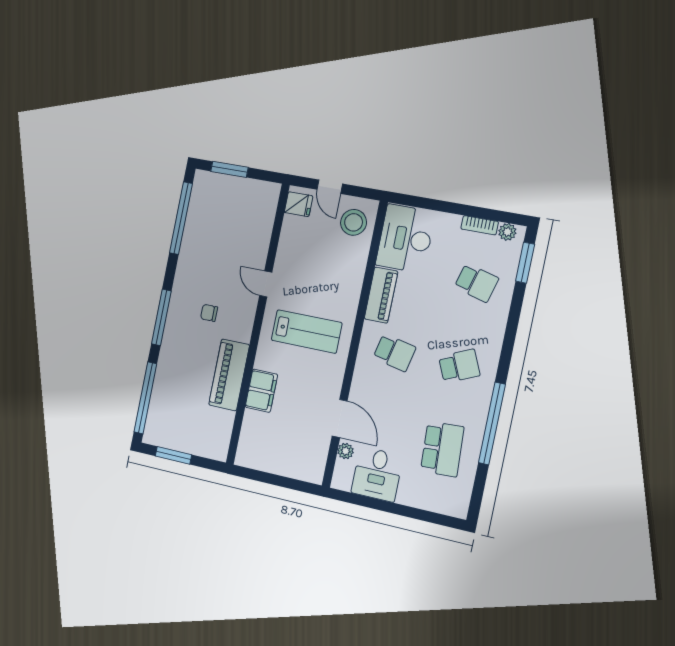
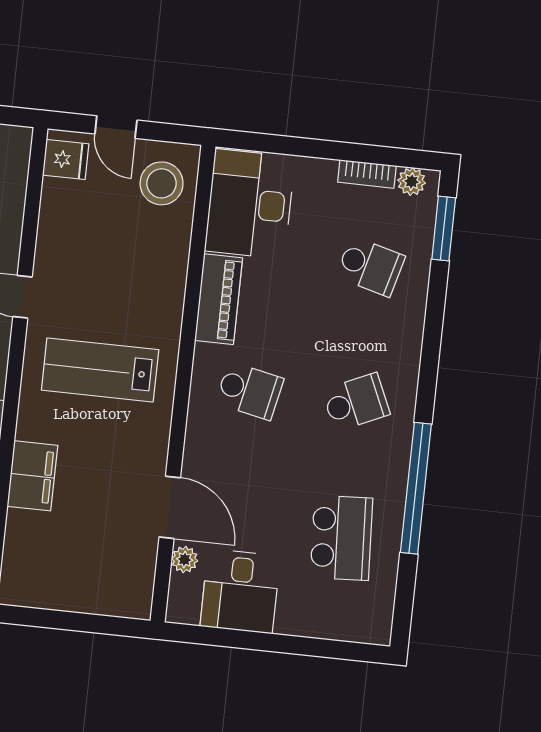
lab bench: (307, 332) -> (100, 370), turned 180

